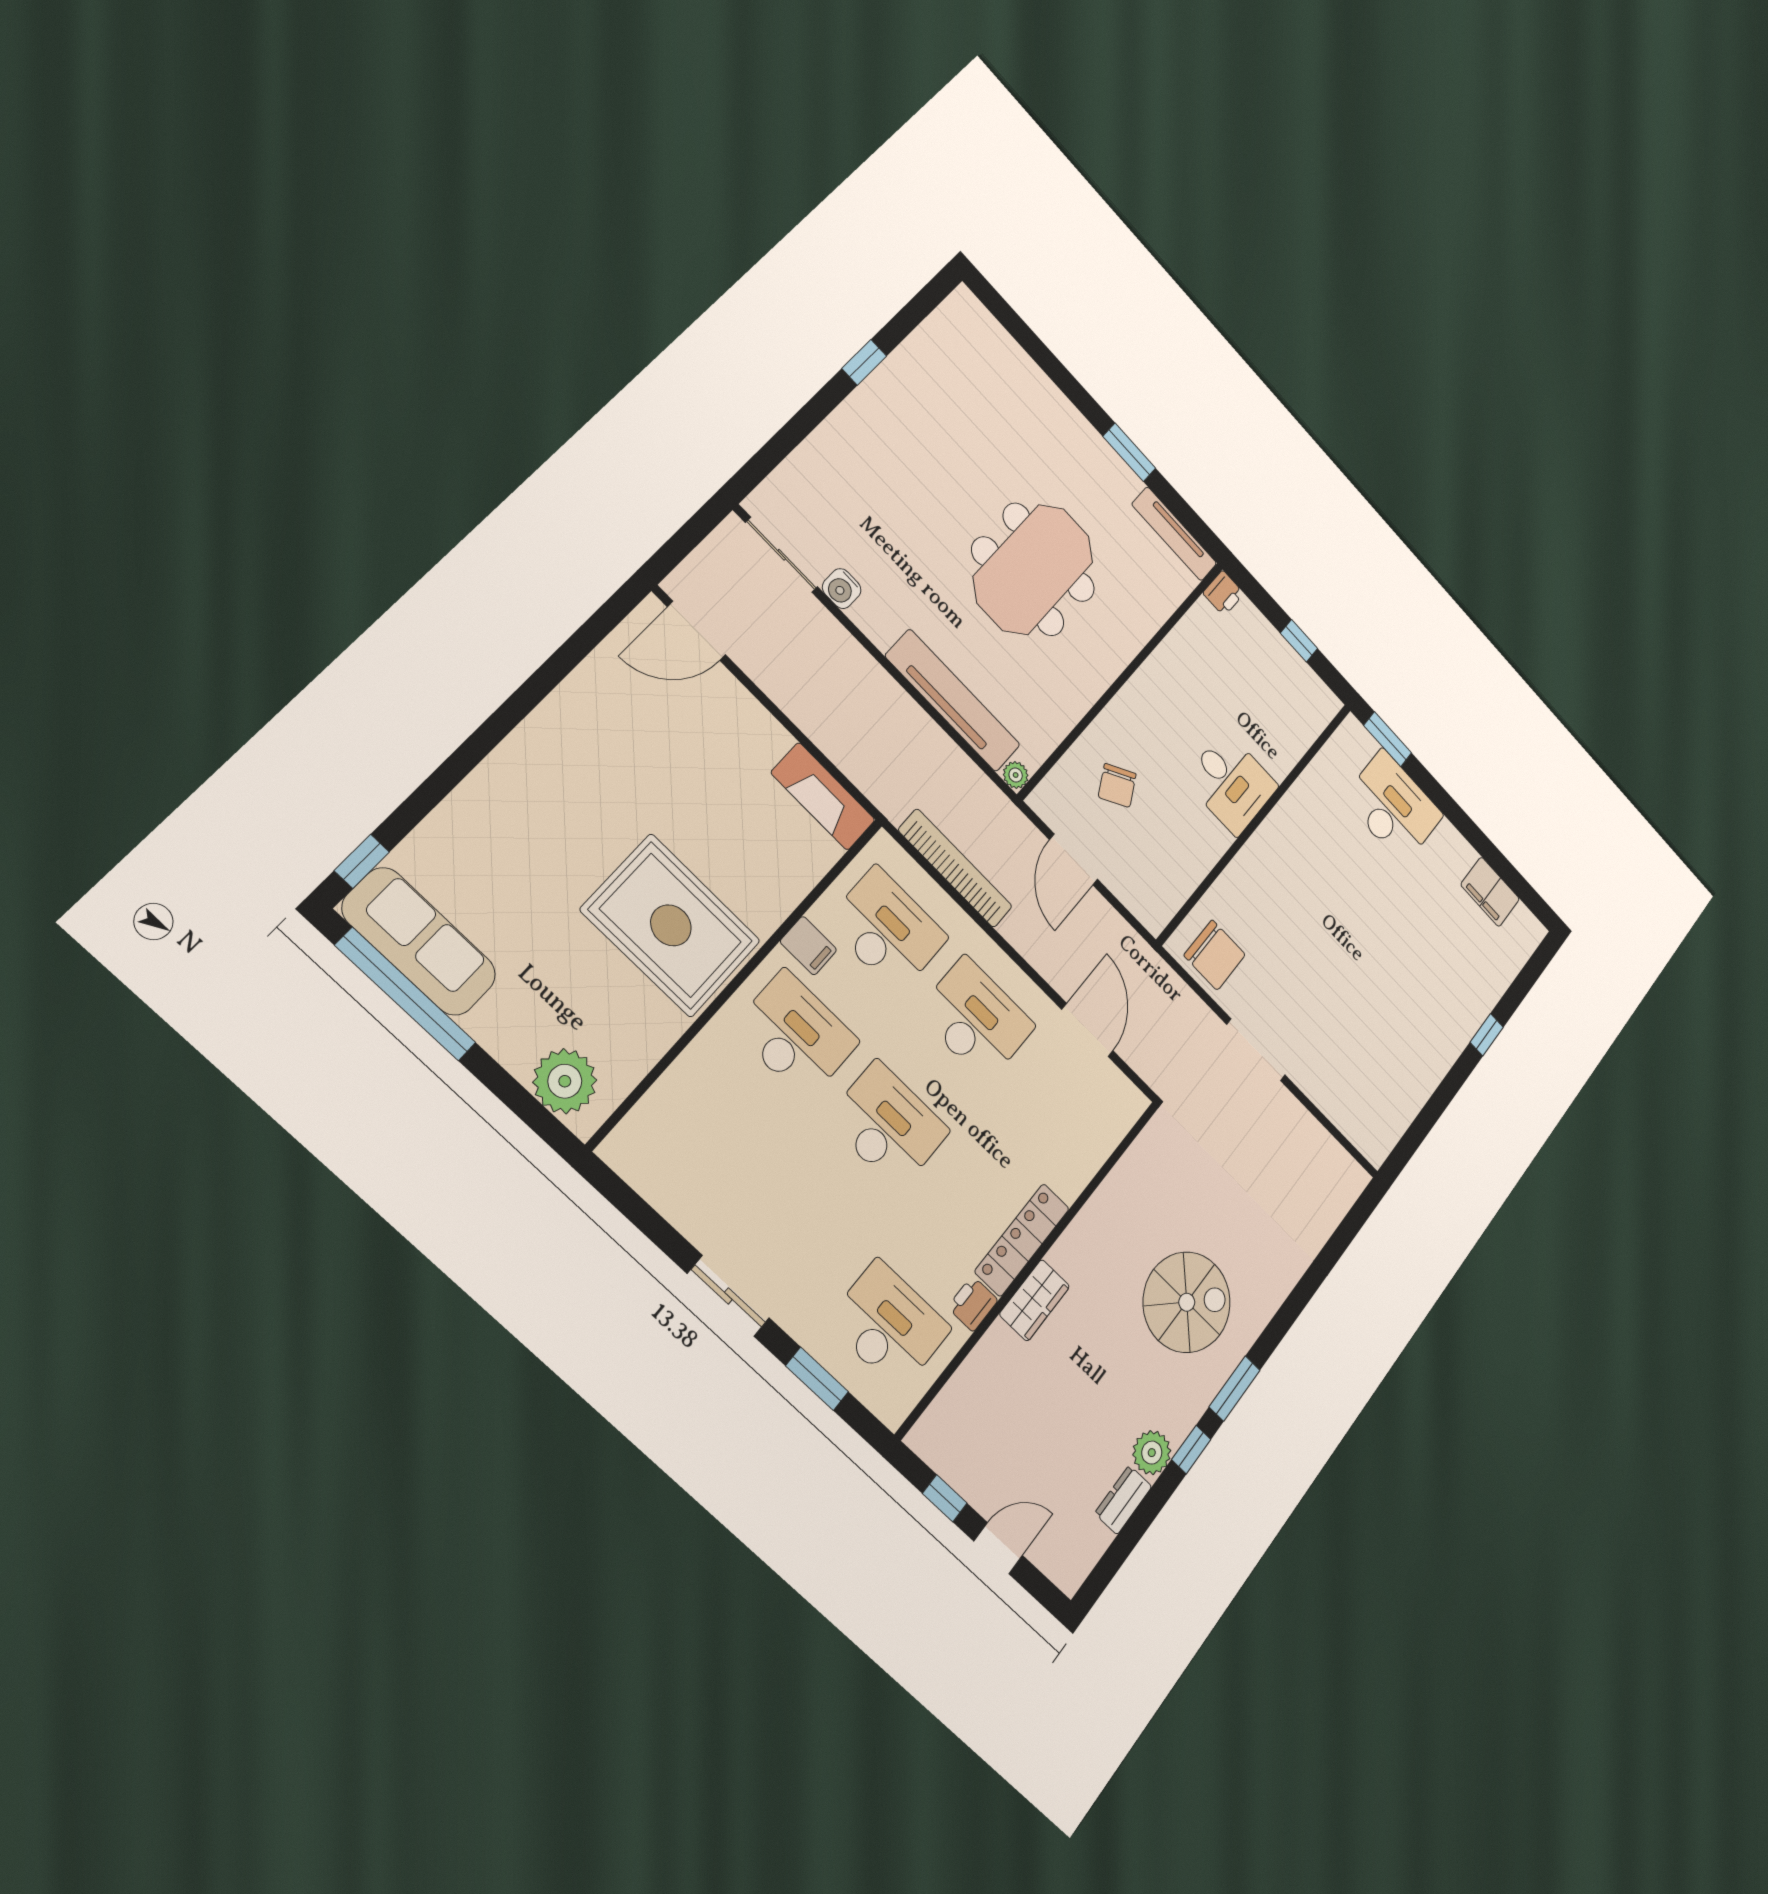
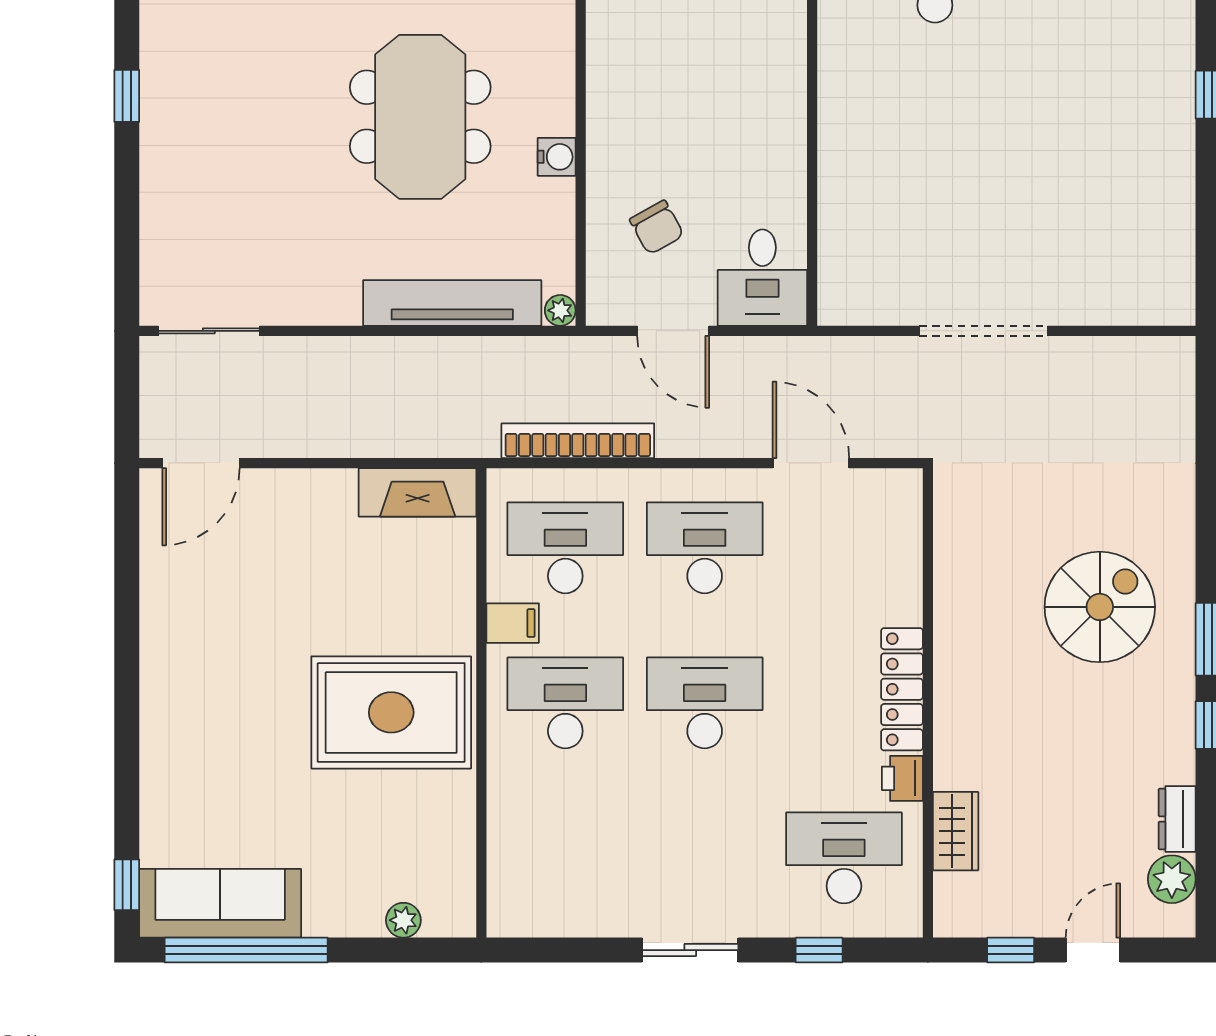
water cooler: (842, 589) -> (557, 157), moved, turned -90
desk: (1231, 783) -> (762, 278), moved, turned 90
chair: (1215, 955) -> (873, 286), removed
doorway: (1256, 1050) -> (983, 331), width x1.36
plant: (565, 1081) -> (403, 920), width x0.53, depth x0.53
wardrobe: (1035, 1300) -> (956, 831), moved
window: (817, 1379) -> (819, 950), width x0.67
plant: (1152, 1453) -> (1172, 879), moved

